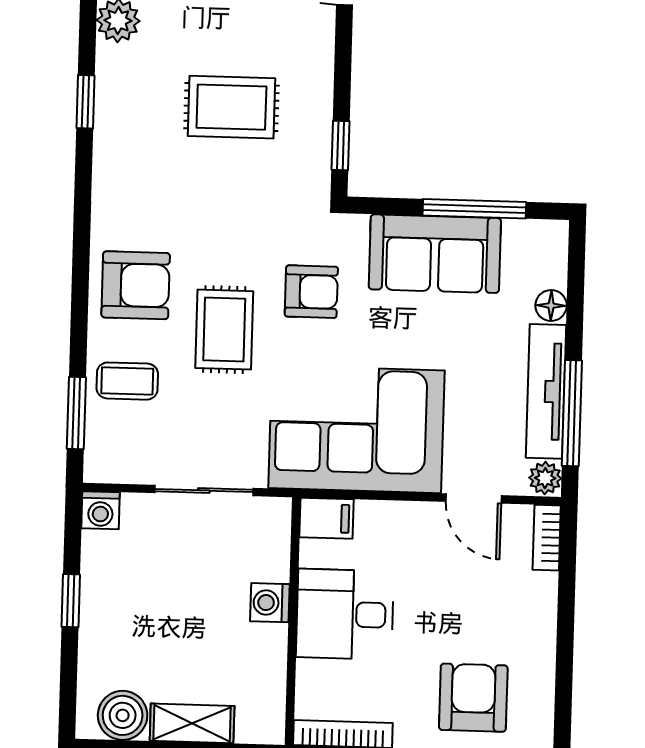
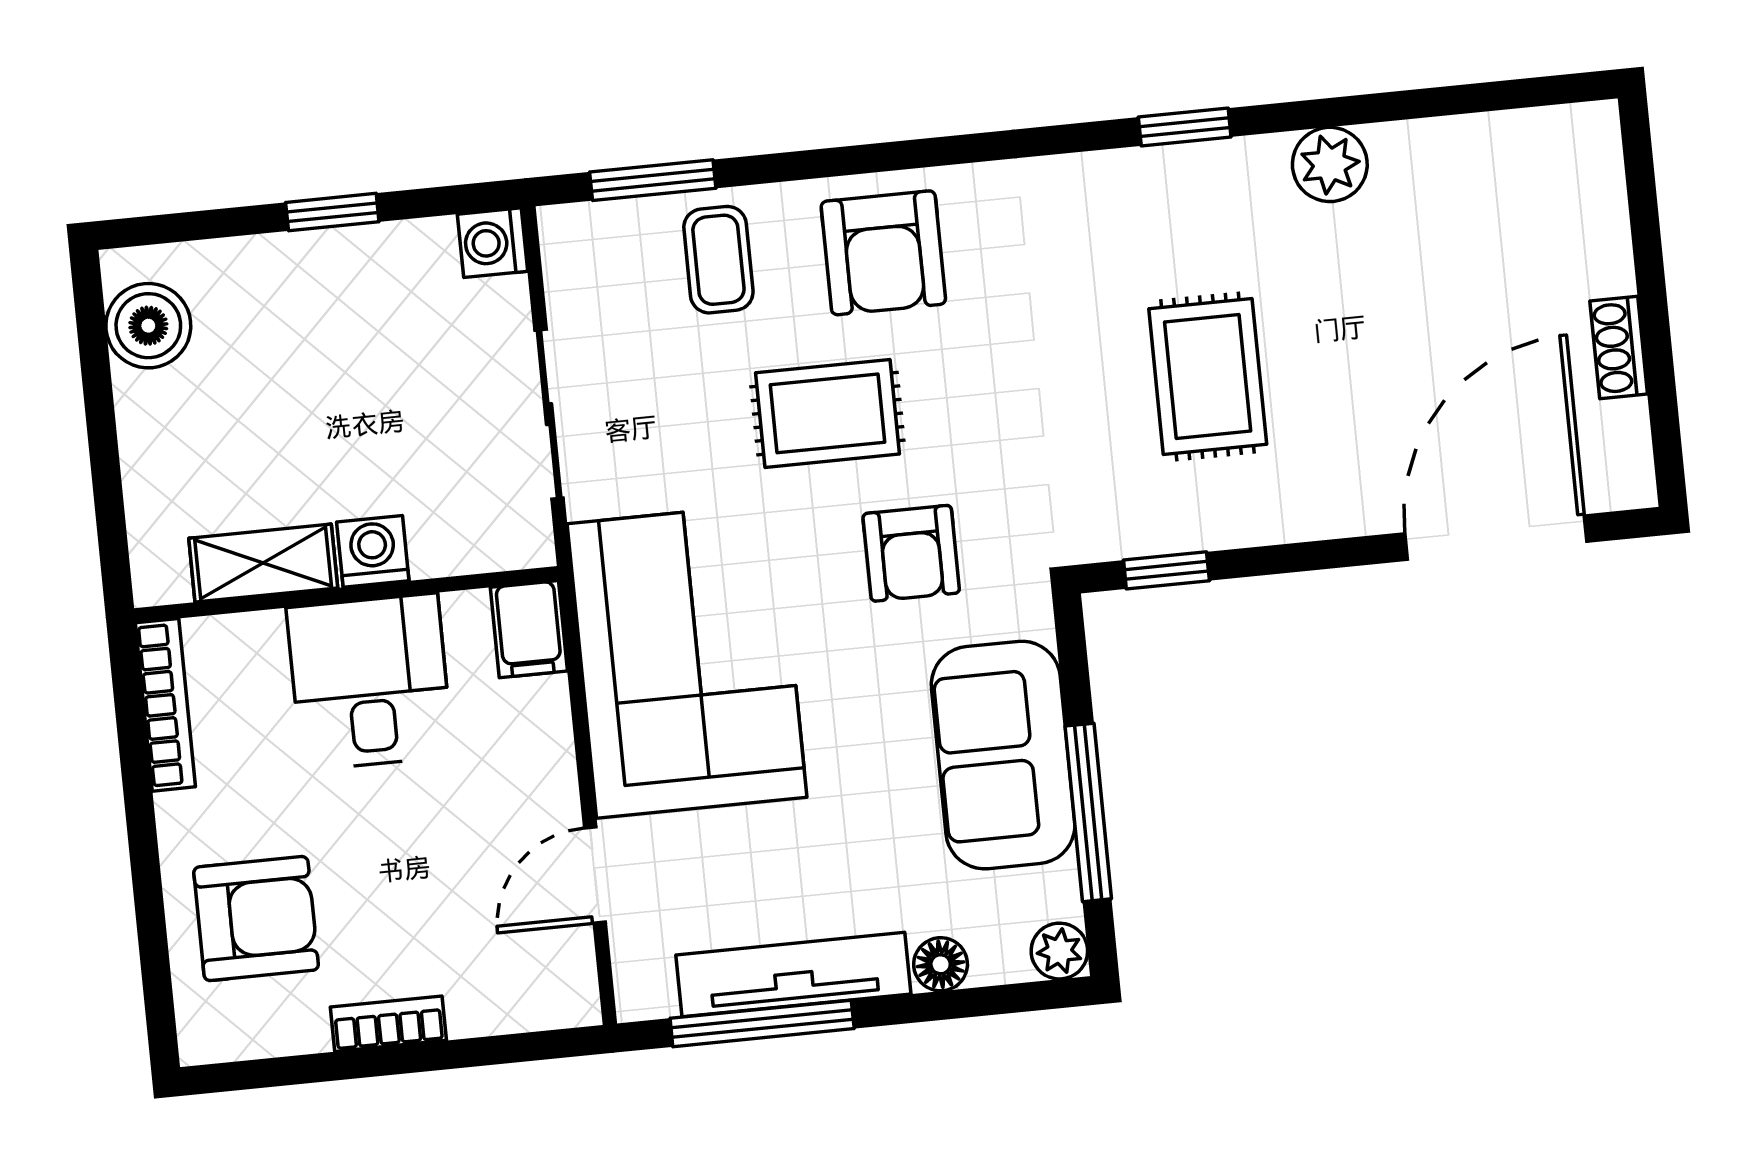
plant: (545, 478) -> (1059, 951), moved
bookcase: (547, 538) -> (388, 1024), moved
shelving: (192, 723) -> (263, 563), moved, turned 90

